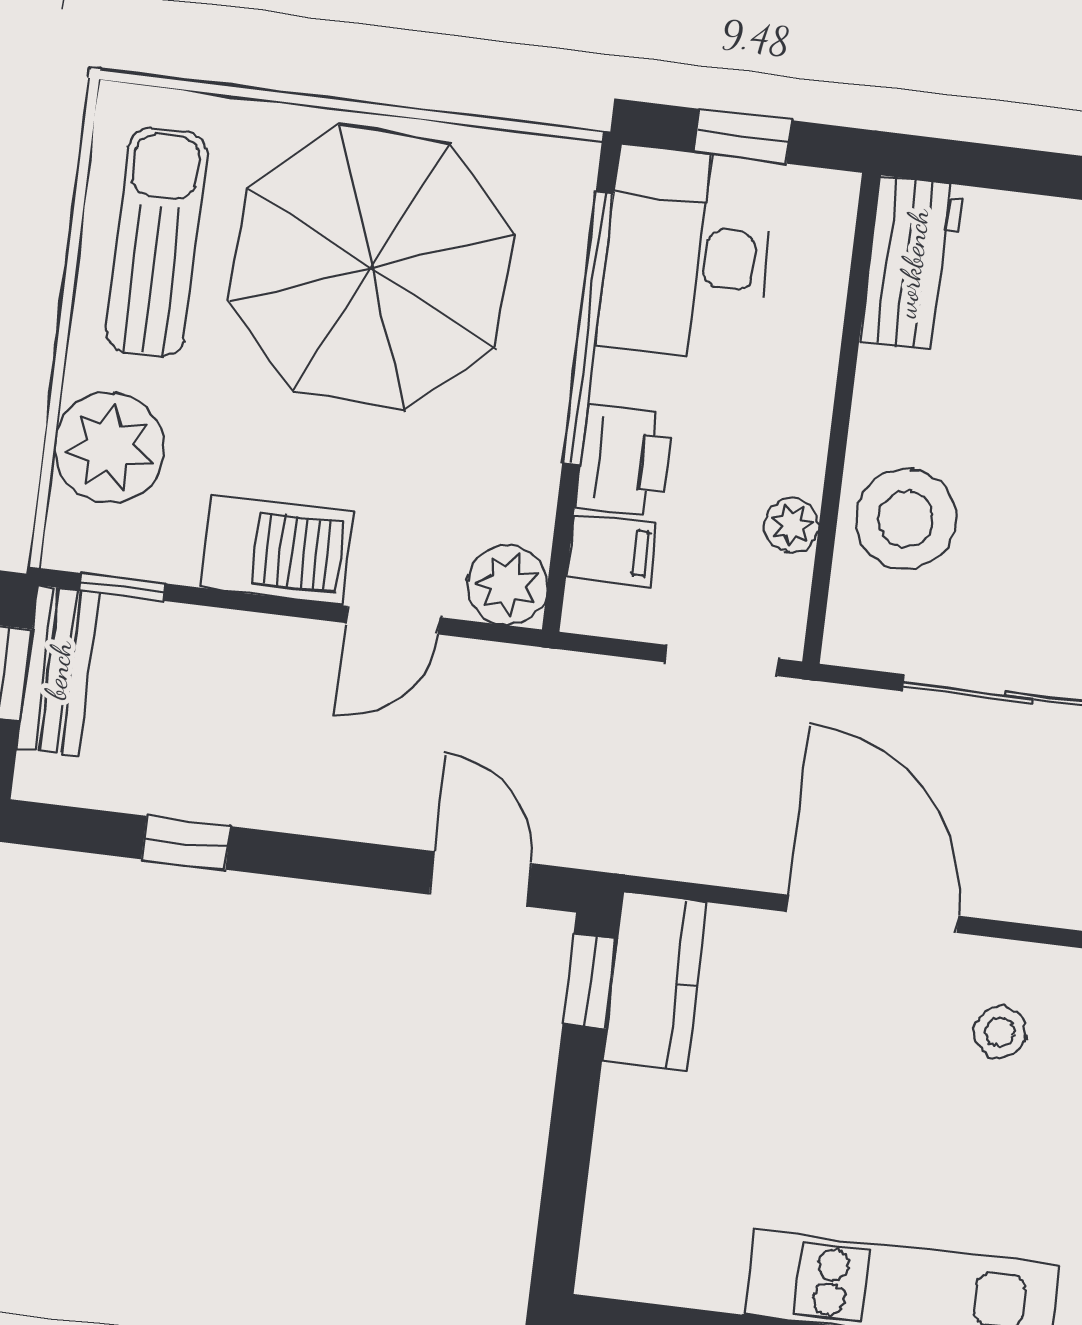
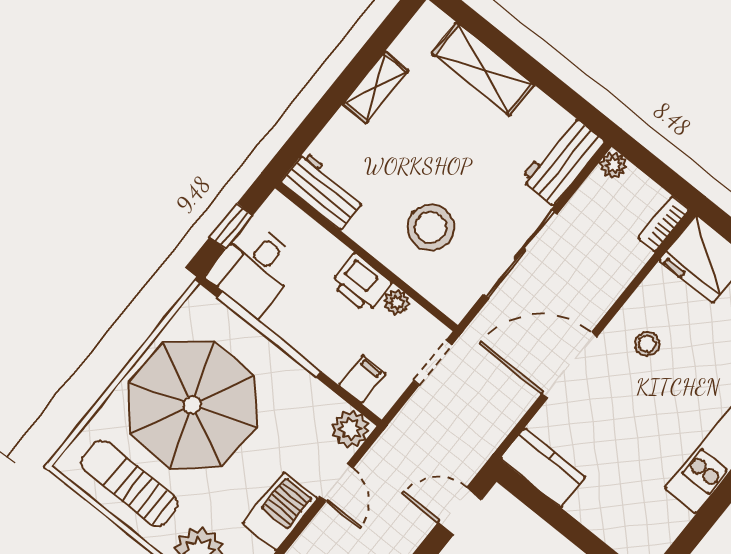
desk: (687, 254) -> (254, 269), width x0.73
printer: (624, 461) -> (361, 283), moved, turned 180
stool: (906, 519) -> (430, 227), moved
window: (590, 981) -> (527, 493), removed

